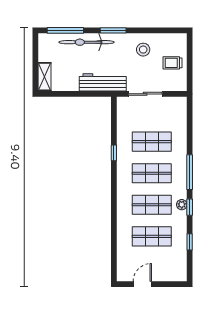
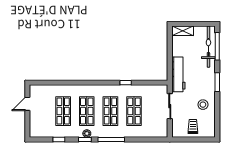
bicycle: (86, 42) -> (208, 47), moved
door: (142, 284) -> (27, 104), swing flipped

